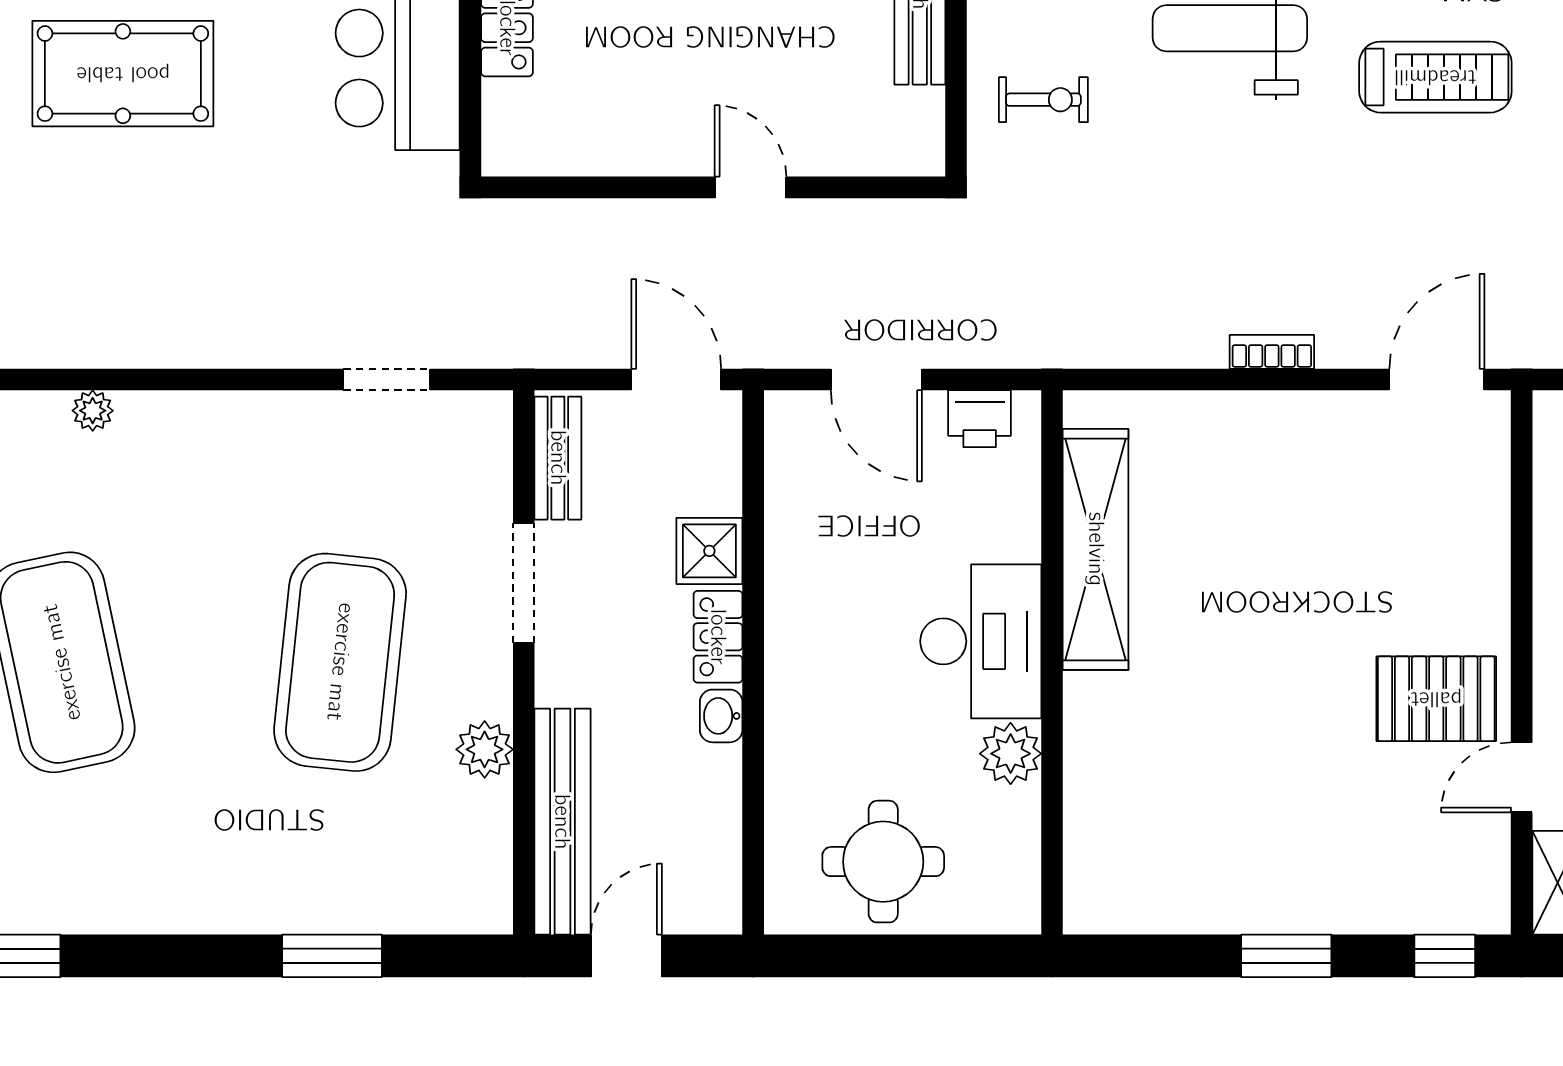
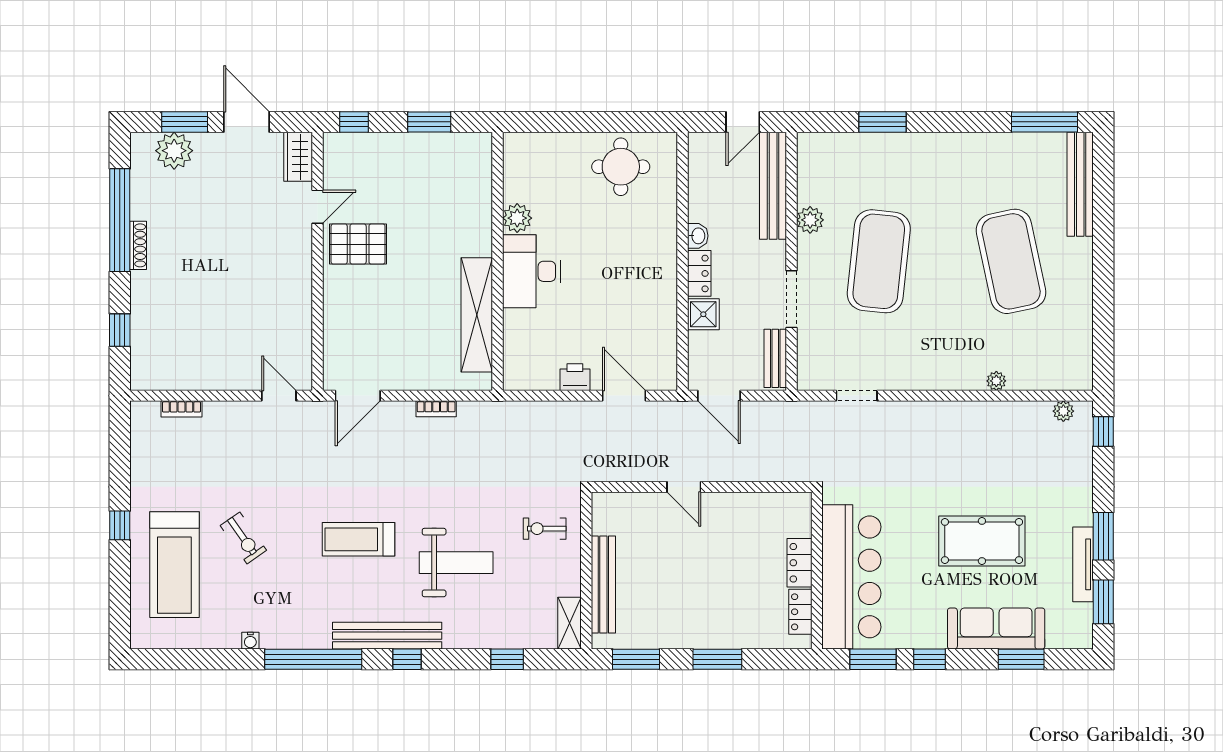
shelving: (1096, 549) -> (477, 315), moved
desk: (981, 641) -> (531, 271), moved
wall: (1052, 662) -> (497, 261), moved
plant: (1011, 754) -> (517, 218), moved

